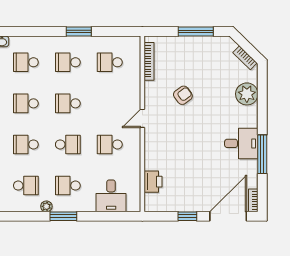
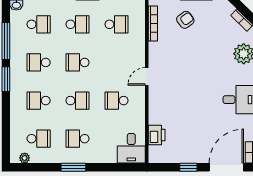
school desk: (26, 62) -> (39, 24), turned 180
school desk: (68, 62) -> (78, 24), turned 180
school desk: (110, 62) -> (116, 24), turned 180
armchair: (183, 95) -> (185, 20), moved
desk: (111, 196) -> (131, 148), moved
plant: (46, 206) -> (25, 158), moved

